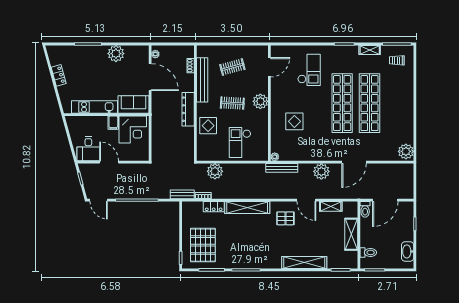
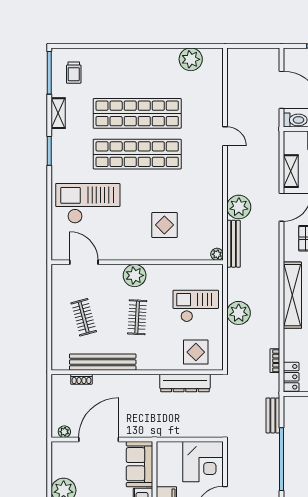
checkout: (309, 70) -> (88, 203), width x1.36, depth x1.21
dresser: (188, 109) -> (185, 383), moved
display table: (208, 126) -> (196, 352), moved
corner desk: (133, 130) -> (203, 462), moved, turned 90
checkout: (240, 142) -> (196, 306), turned 180
plant: (406, 151) -> (191, 59), moved
door: (354, 162) -> (225, 136), width x0.53
plant: (215, 171) -> (239, 313), moved
plant: (321, 171) -> (239, 207), moved
bench: (182, 194) -> (273, 415), moved
locker: (214, 207) -> (291, 377), moved

